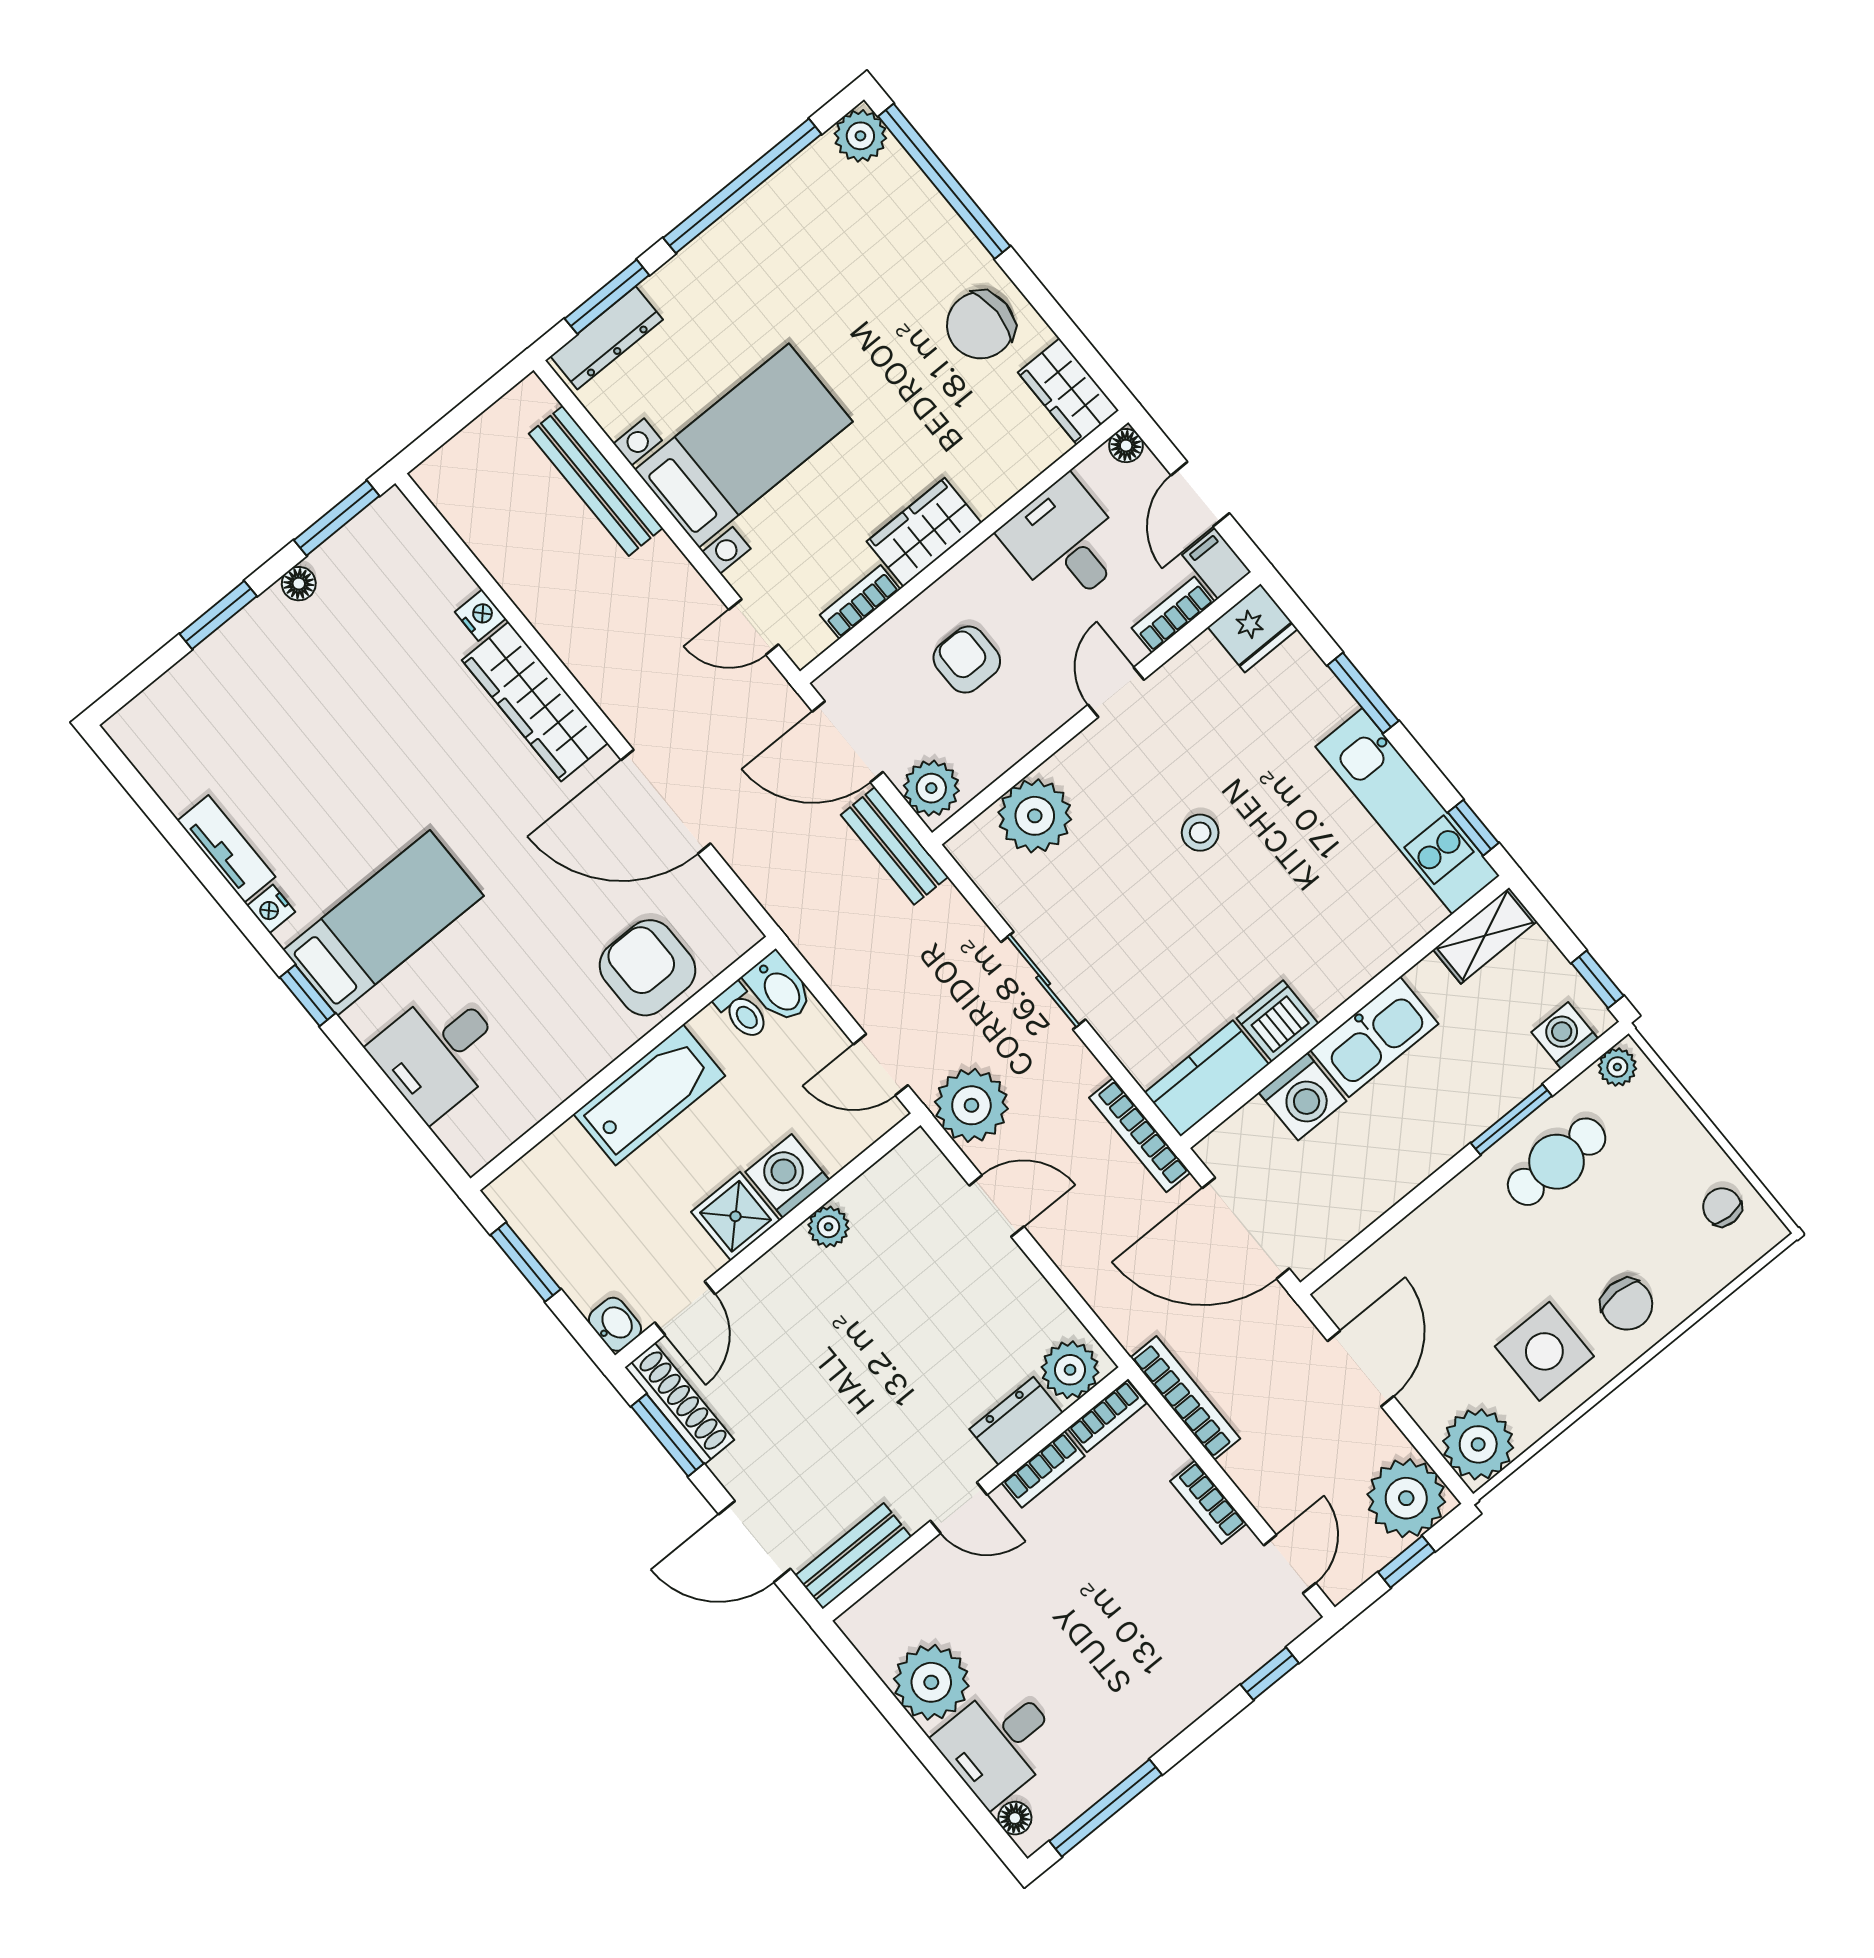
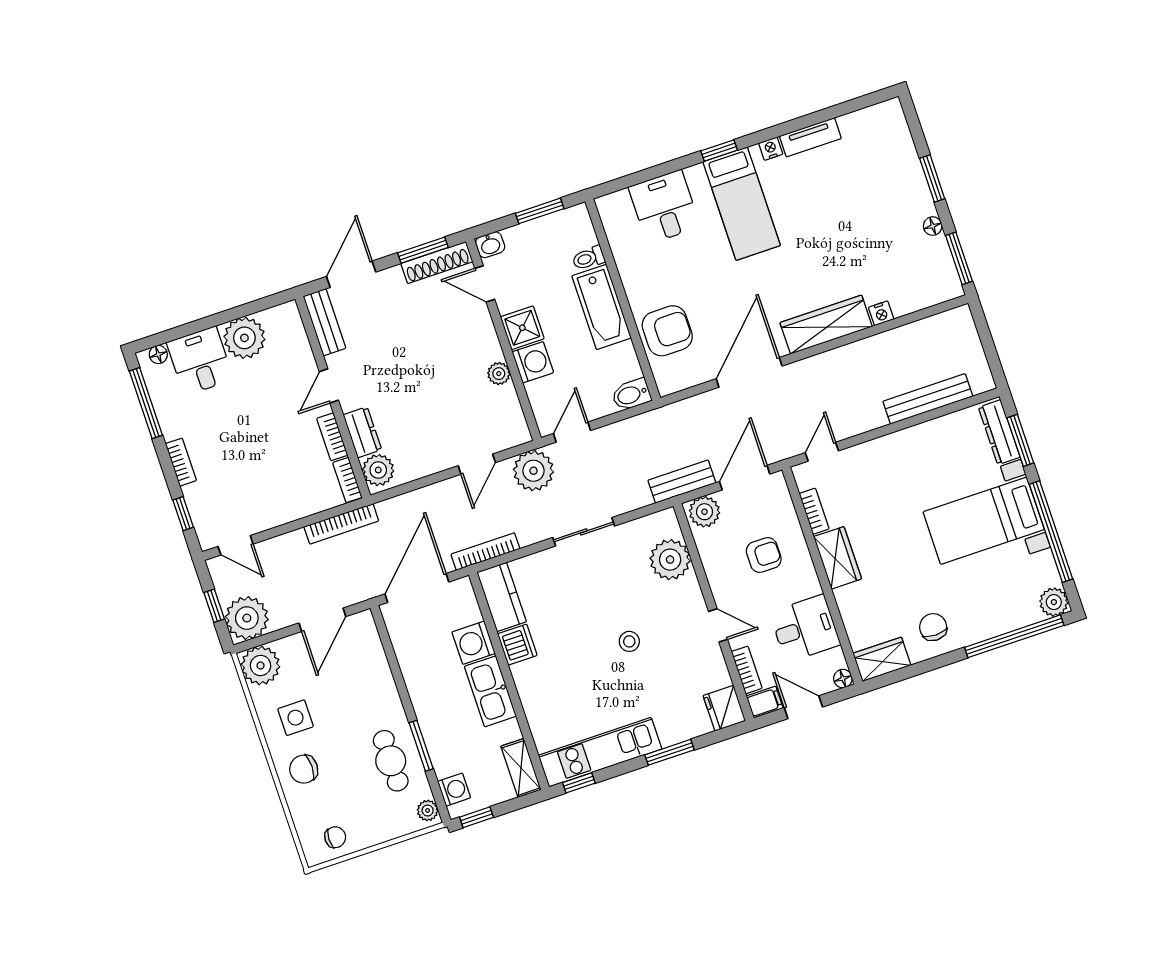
chair: (980, 325) -> (933, 627), width x0.73, depth x0.73
bed with nightstands: (744, 446) -> (984, 521), moved, turned 90
toilet: (742, 1011) -> (588, 258), moved
side table: (1544, 1351) -> (295, 718), width x0.73, depth x0.73
door: (1361, 1369) -> (322, 620), hinge flipped
bookcase: (1208, 1502) -> (181, 462), moved, turned 90

